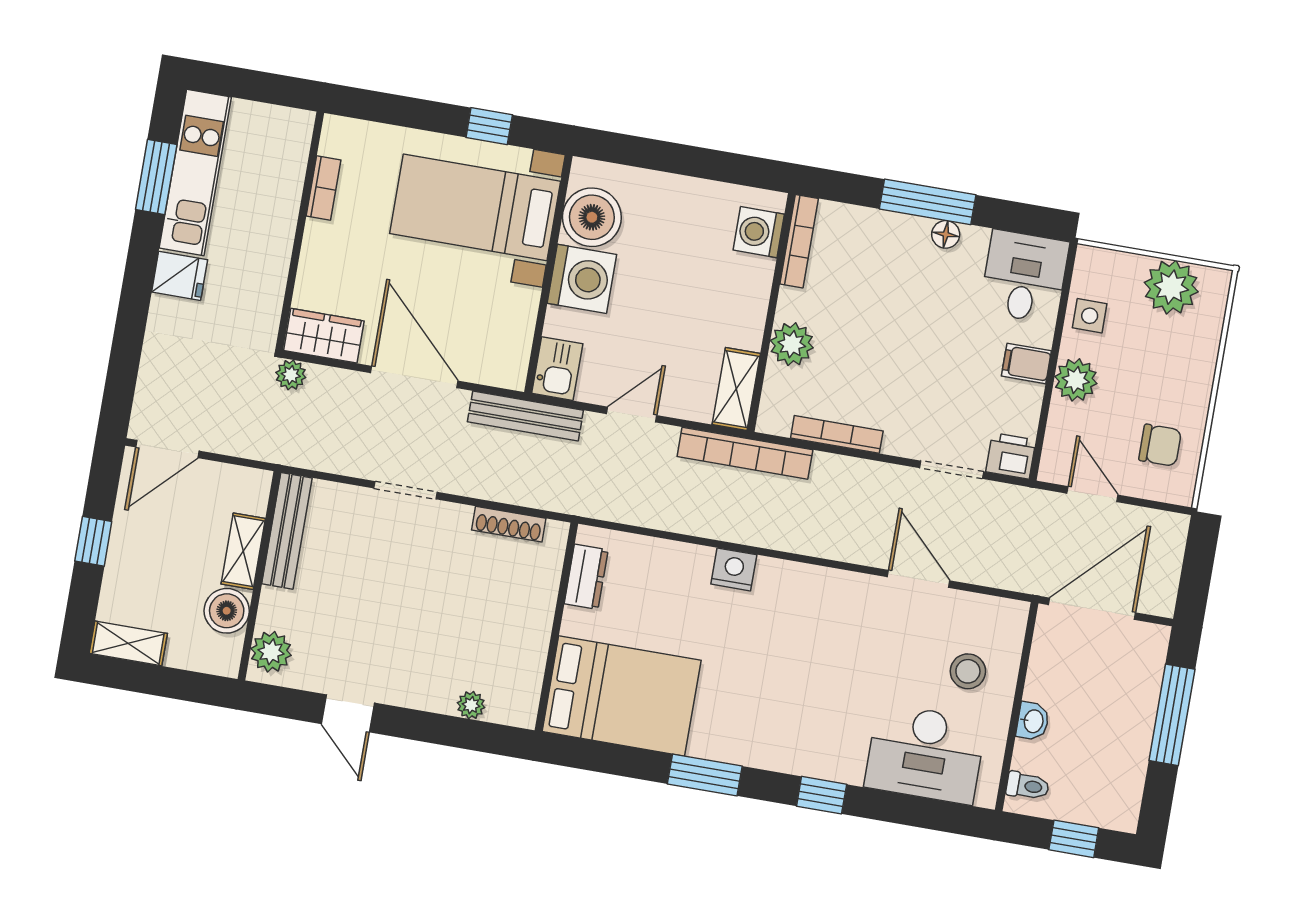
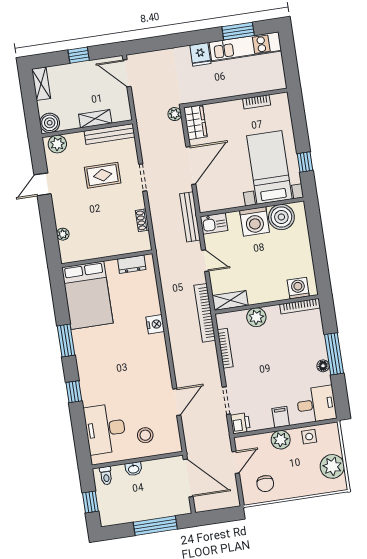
shoe rack: (509, 524) -> (142, 220), width x0.70
rug: (372, 576) -> (103, 175), added
boiler: (227, 611) -> (50, 123), moved

